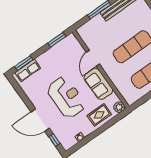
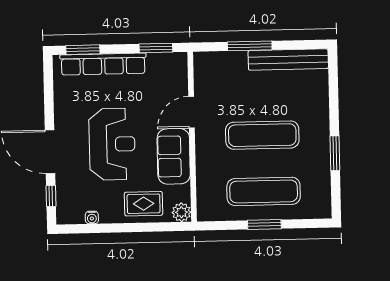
row of seats: (28, 70) -> (103, 64), width x2.02

